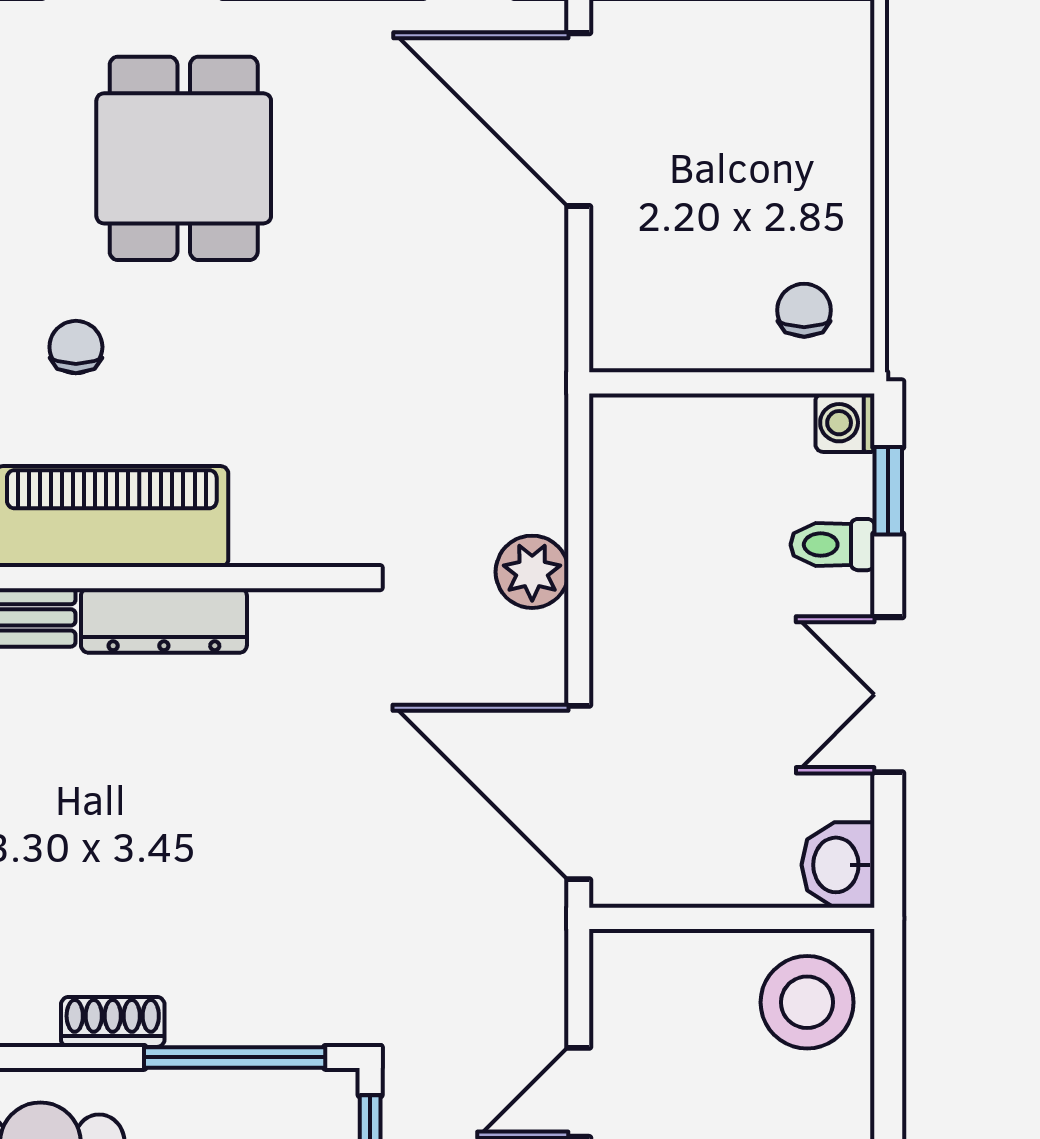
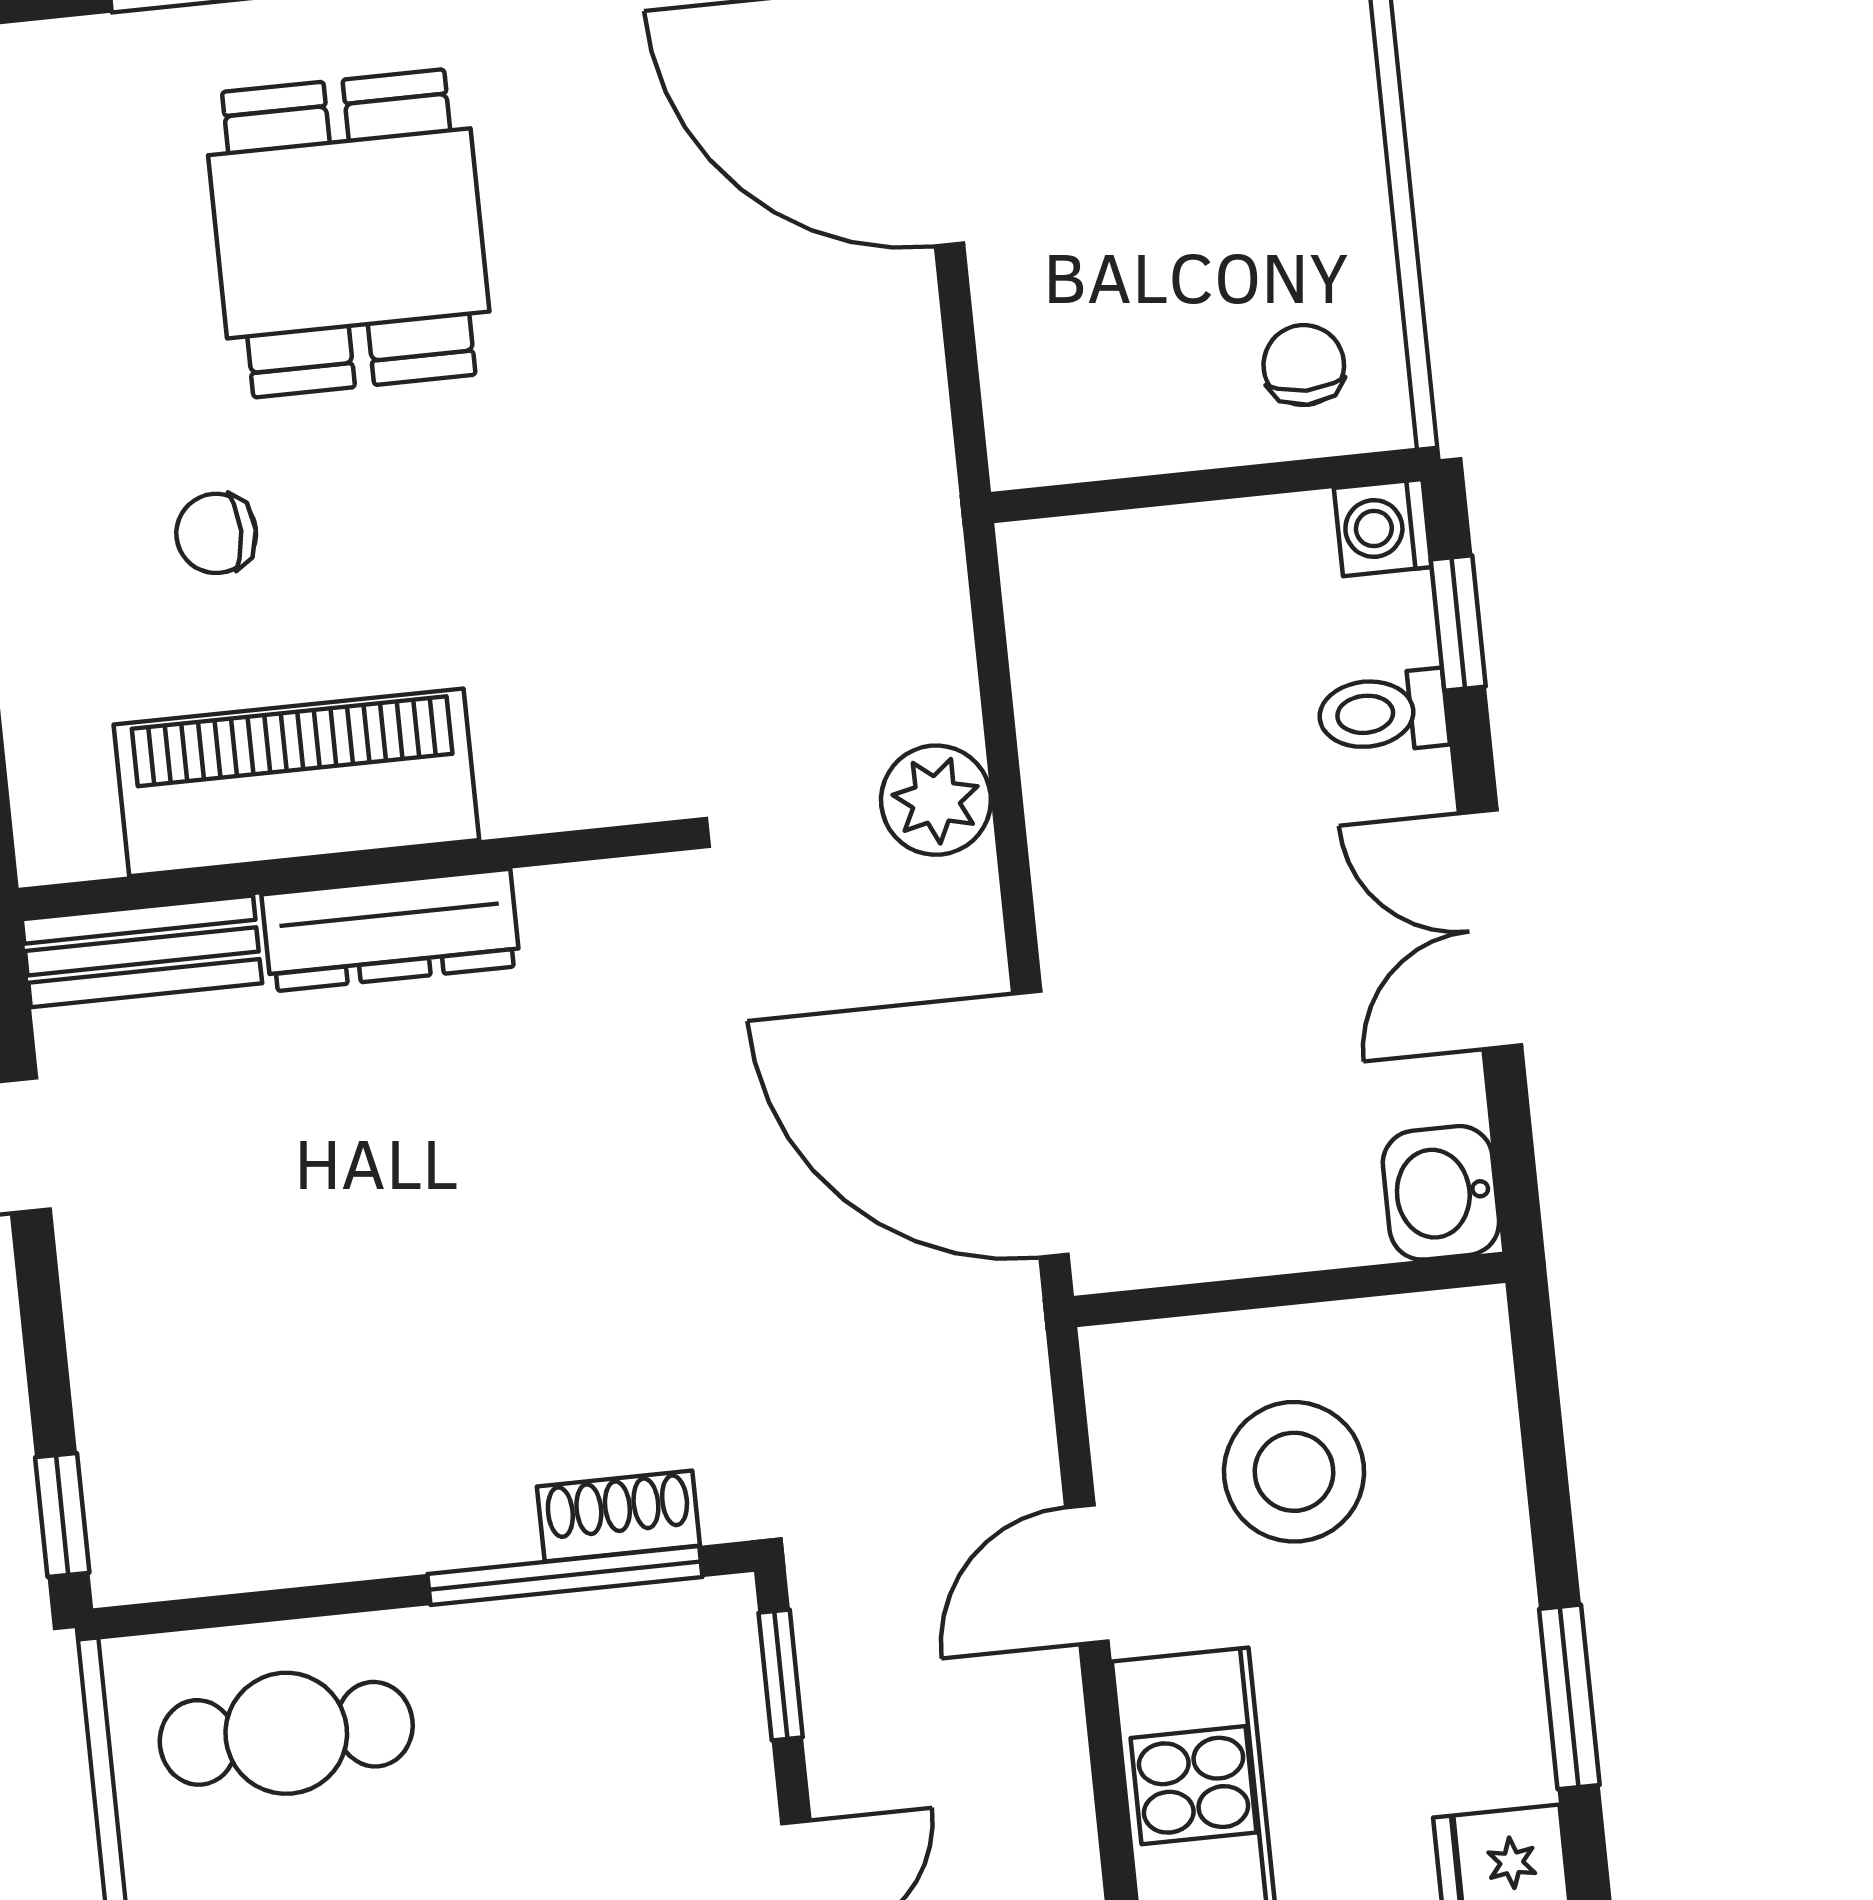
chair: (76, 347) -> (216, 533), turned -90
stool: (807, 1002) -> (1294, 1472), moved
shoe rack: (113, 1022) -> (618, 1516), moved

